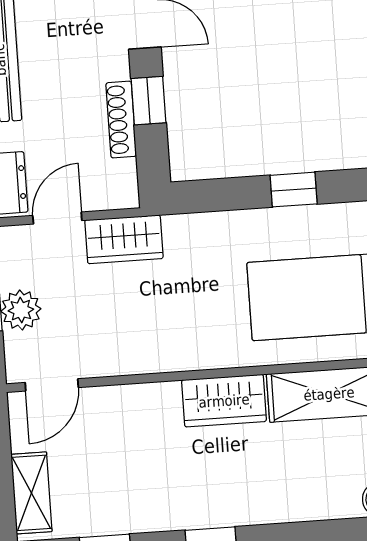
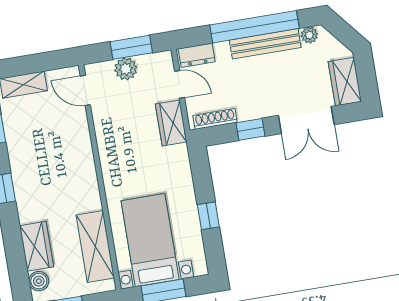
shoe rack: (121, 120) -> (215, 119), moved
wardrobe: (224, 401) -> (37, 246), moved, turned 180

